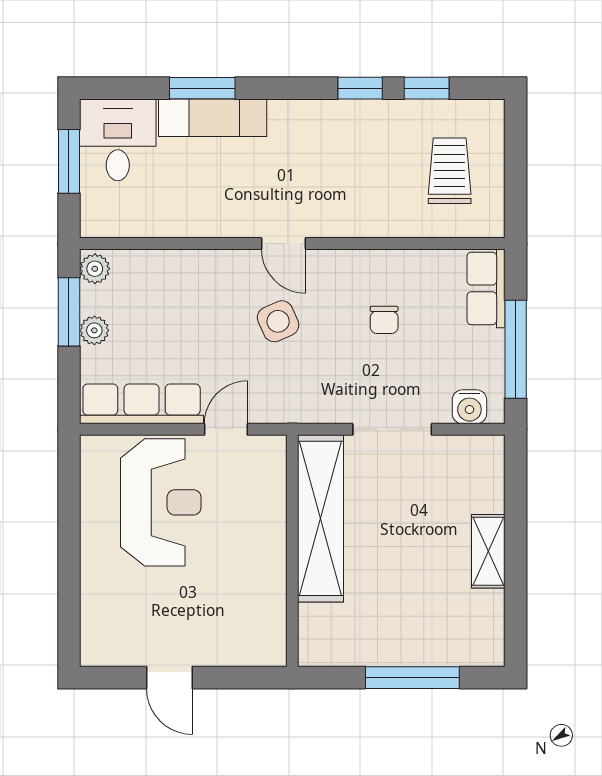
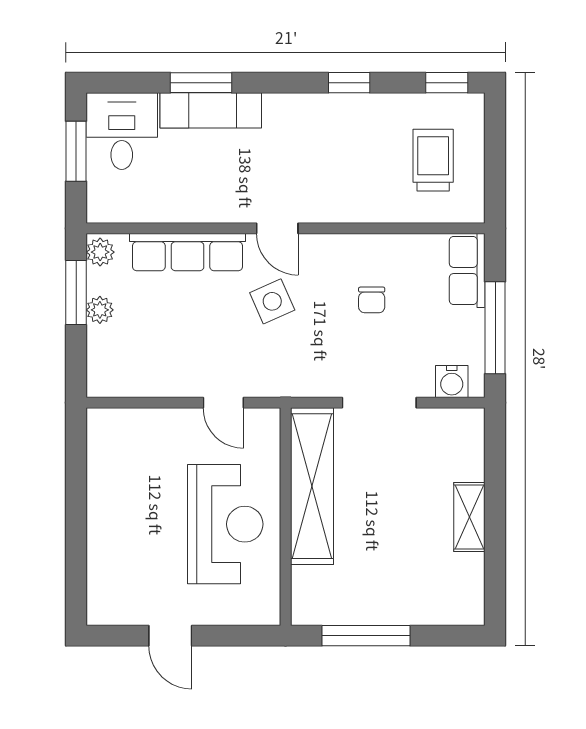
window: (427, 88) -> (447, 83), moved
row of seats: (142, 404) -> (187, 252), moved, turned 180
door: (226, 429) -> (223, 403), swing flipped
reception desk: (161, 502) -> (225, 524), moved
window: (412, 678) -> (366, 636), moved

